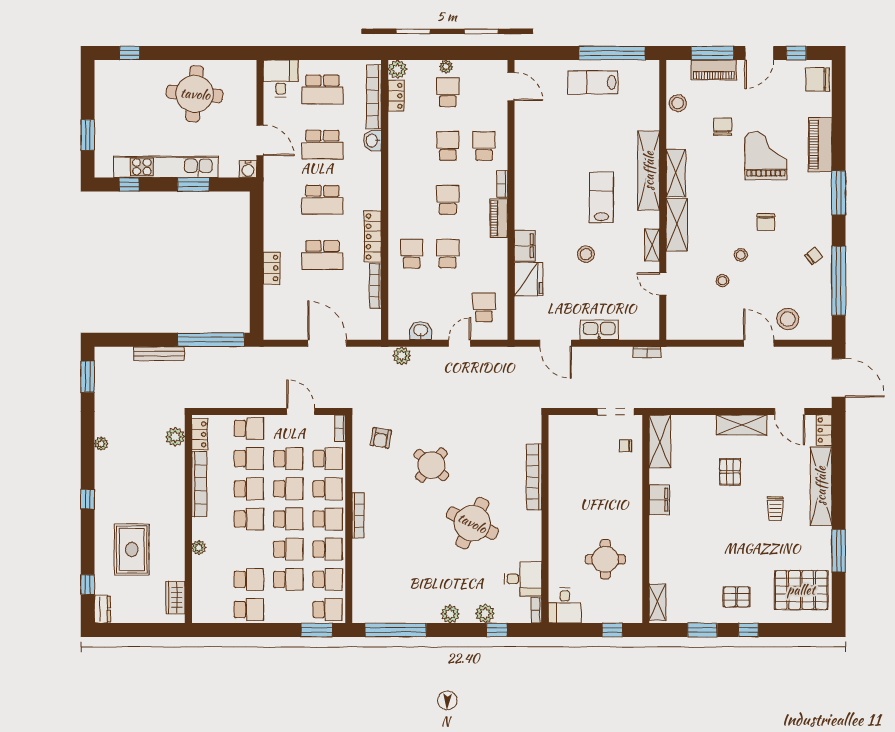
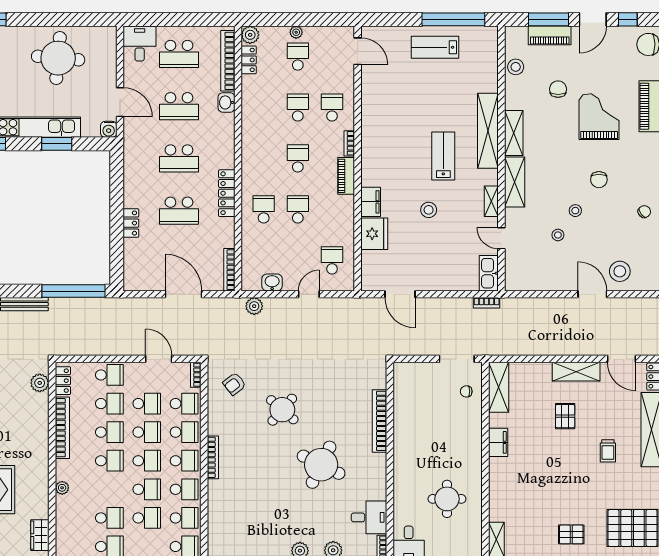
bookcase: (375, 286) -> (229, 270), moved
kitchen sink: (599, 330) -> (489, 273), moved, turned -90
armchair: (381, 438) -> (234, 384), turned 42

